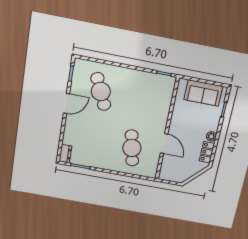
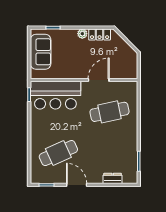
bar counter: (158, 99) -> (55, 95), added
dresser: (65, 154) -> (113, 178), moved

